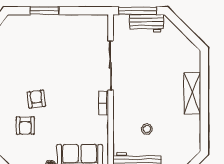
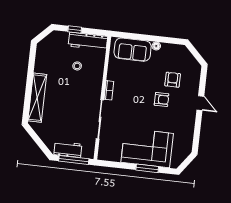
corner sofa: (47, 36) -> (147, 148), added
shelving: (192, 93) -> (37, 98), width x1.47
armchair: (36, 99) -> (162, 99), turned -83

